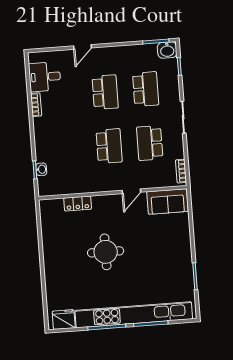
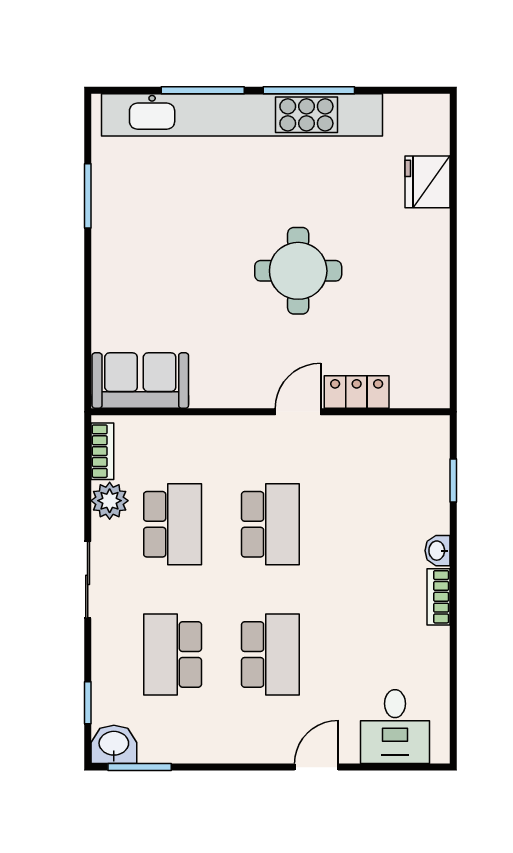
desk: (45, 77) -> (395, 727), moved, turned 90
school desk: (105, 92) -> (270, 654), turned 180
bookcase: (36, 105) -> (438, 597), moved
school desk: (109, 146) -> (270, 524), turned 180
plant: (177, 151) -> (110, 501), added
washbasin: (41, 169) -> (437, 551), moved
door: (131, 191) -> (298, 412), moved
fridge: (64, 320) -> (427, 182), moved, turned 90

